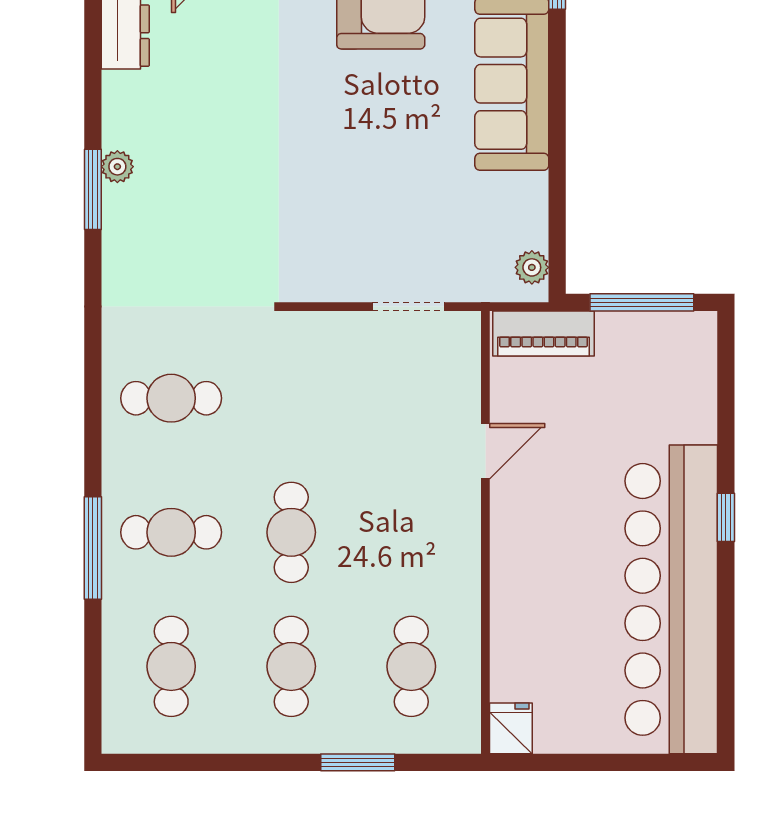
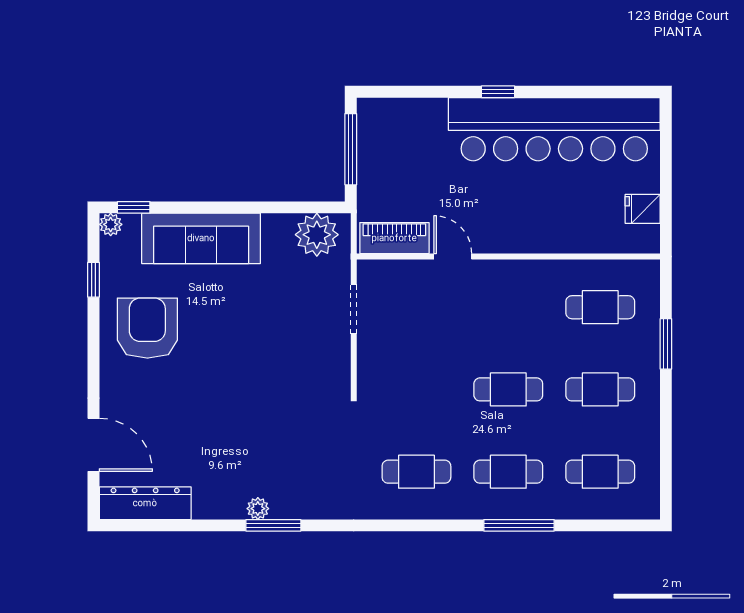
plant: (532, 267) -> (317, 235), width x1.88, depth x1.88
piano: (543, 333) -> (394, 238), moved, turned -90
cafe table: (171, 398) -> (416, 472), turned 90
cafe table: (171, 532) -> (508, 472), turned 90
fridge: (511, 728) -> (643, 209), moved

